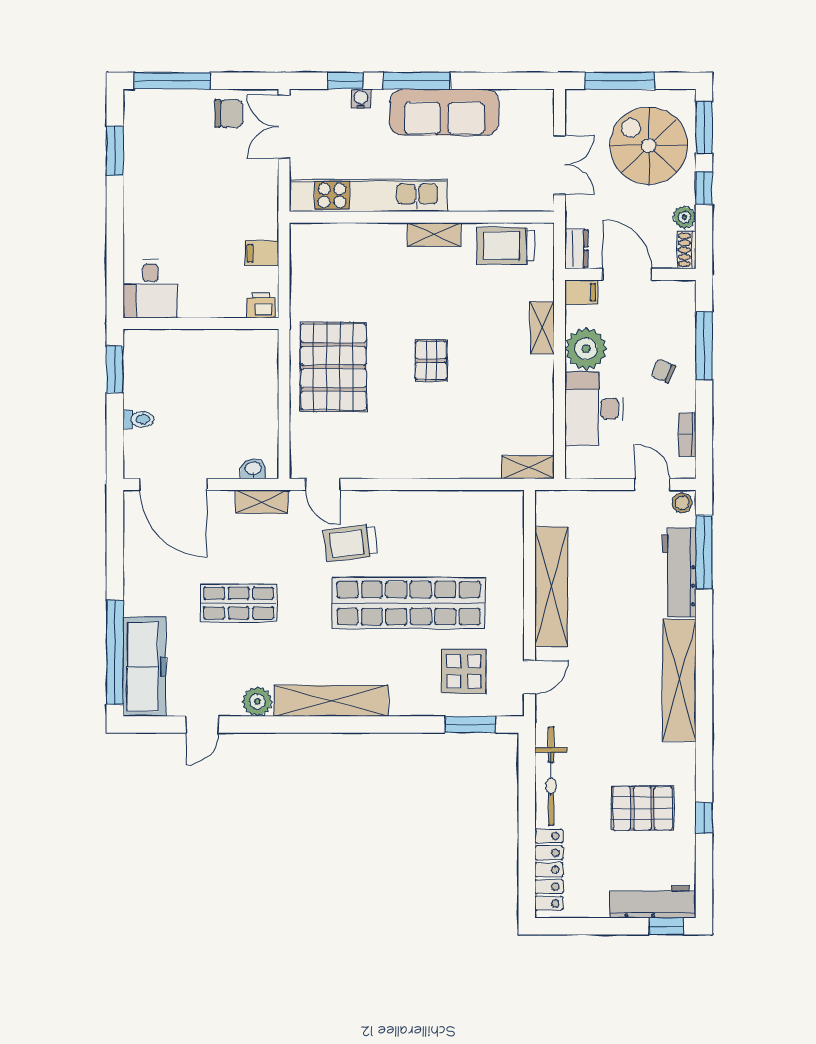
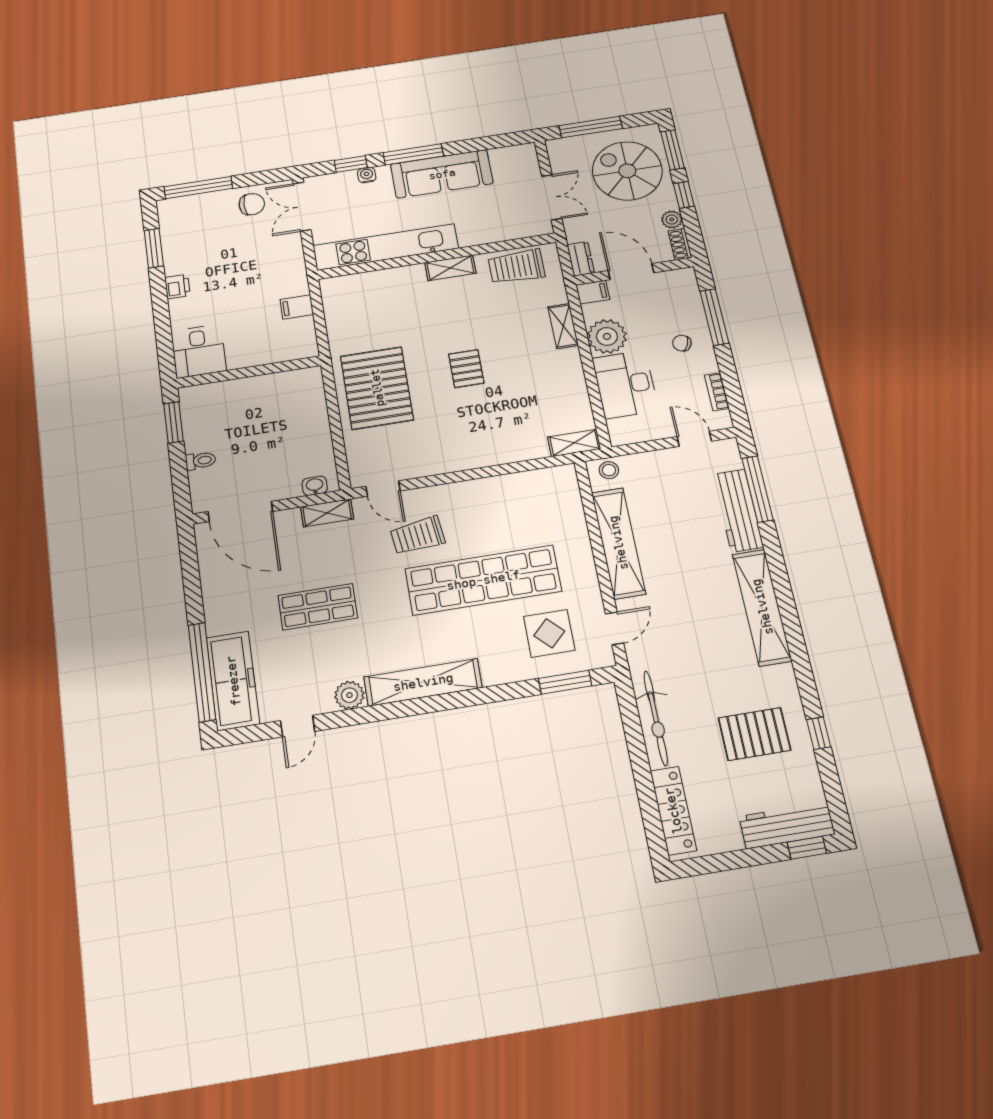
printer: (261, 305) -> (177, 286), moved, turned 90
stool: (682, 503) -> (609, 470), moved

